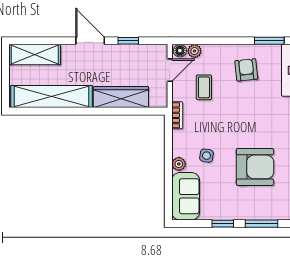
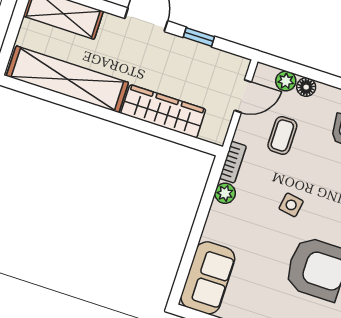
floor lamp: (180, 51) -> (306, 87), moved
side table: (207, 156) -> (291, 205), moved
plant: (179, 164) -> (225, 193), moved

